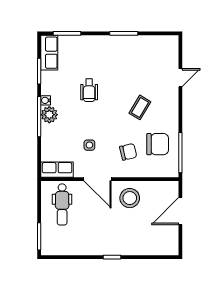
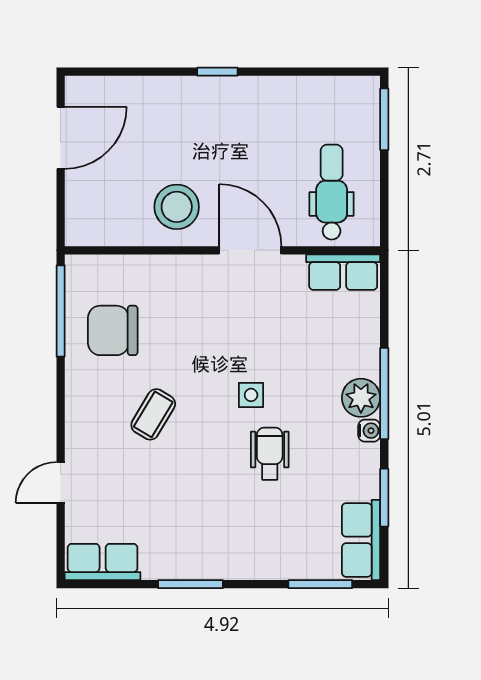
row of seats: (162, 43) -> (103, 562), added
side table: (89, 145) -> (251, 395), moved
chair: (128, 152) -> (180, 313), removed
door: (180, 211) -> (61, 138), moved

